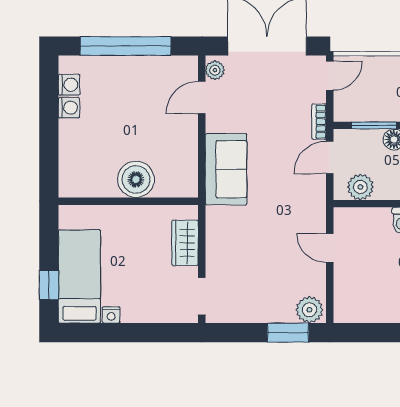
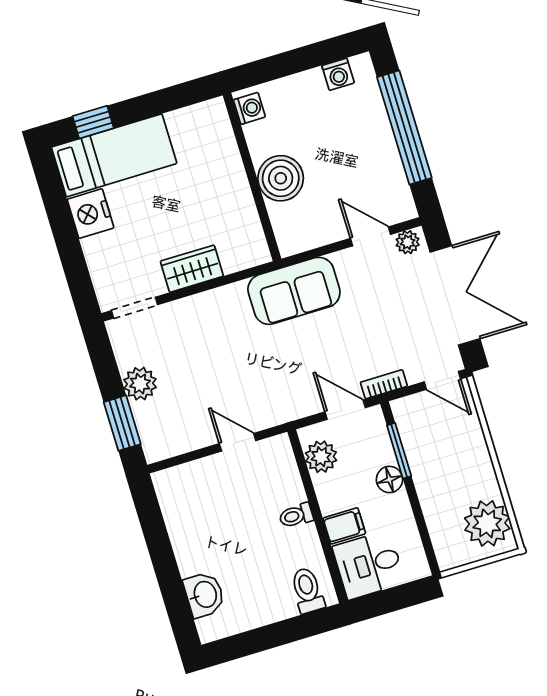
washing machine: (69, 108) -> (249, 108), moved, turned -90
boiler: (136, 179) -> (281, 178), moved
wall: (128, 201) -> (252, 177), moved
door: (330, 248) -> (238, 442), hinge flipped
plant: (309, 310) -> (140, 384), moved
nightstand: (111, 315) -> (90, 214), width x1.89, depth x1.79

